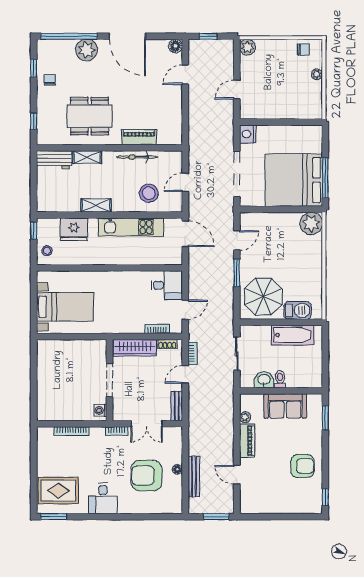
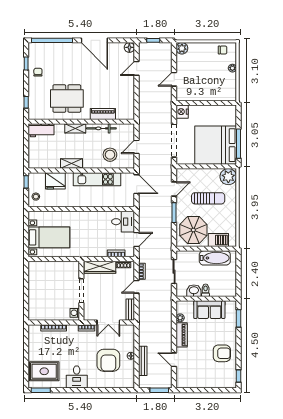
plant: (87, 50) -> (65, 50), removed
shelving: (87, 157) -> (75, 128), moved
sun lounger: (284, 253) -> (208, 198), added
armchair: (147, 476) -> (108, 360), turned -90

